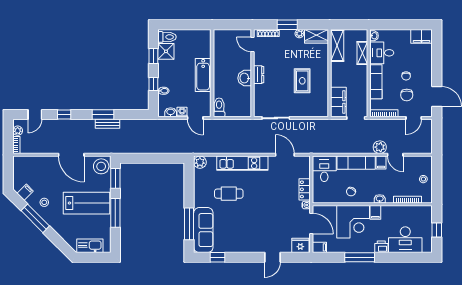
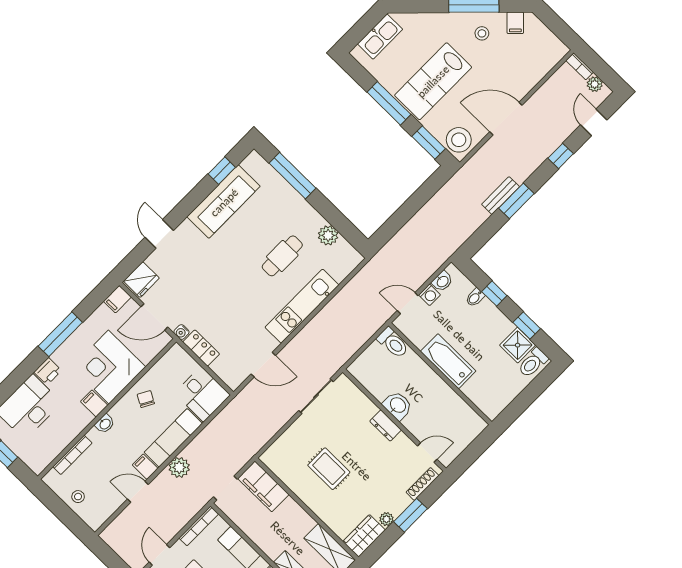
plant: (380, 147) -> (179, 467), moved
plant: (200, 162) -> (328, 235), moved
sofa: (203, 230) -> (224, 202), moved, turned -90

